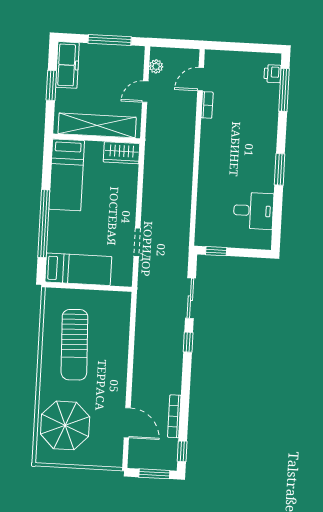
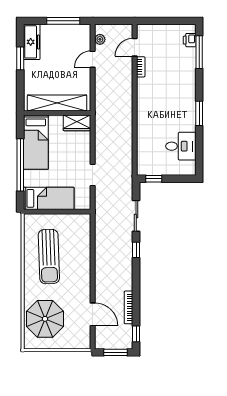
shelving: (97, 125) -> (57, 103), moved
wall: (96, 139) -> (57, 113), moved
wardrobe: (122, 153) -> (77, 123), moved
bed: (67, 175) -> (36, 142), moved

